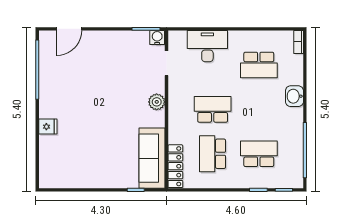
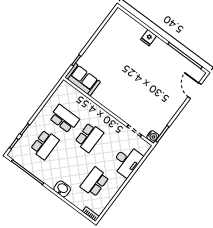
plant: (157, 102) -> (117, 109), removed
sofa: (152, 158) -> (83, 80), width x0.73
locker: (175, 166) -> (73, 93), removed

